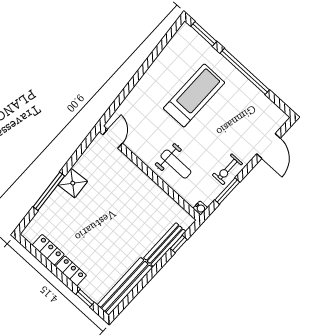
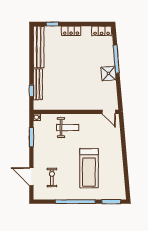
weight bench: (176, 164) -> (68, 128), turned 180
exercise bike: (227, 169) -> (52, 177), moved
locker: (48, 250) -> (102, 31), moved

